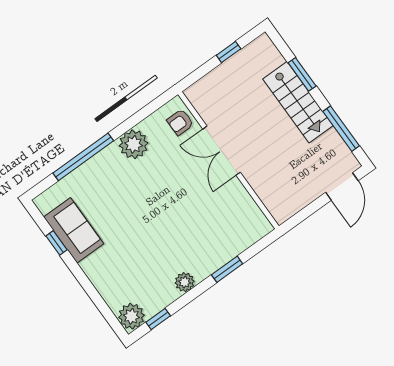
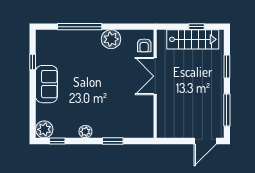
stairs: (298, 102) -> (193, 39), moved, turned -90
armchair: (180, 122) -> (144, 45), turned -90
sofa: (74, 230) -> (46, 84), moved

